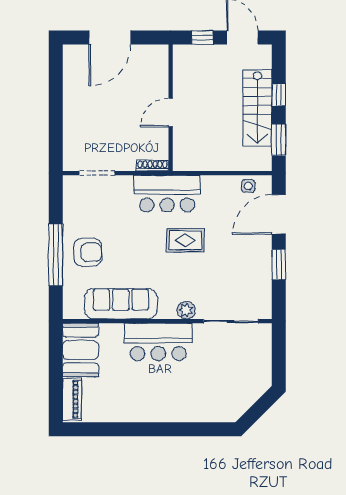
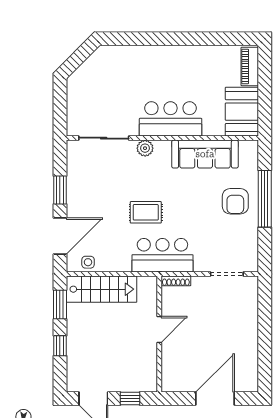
stairs: (257, 108) -> (101, 289), moved, turned 90
armchair: (88, 252) -> (235, 201), turned -90

